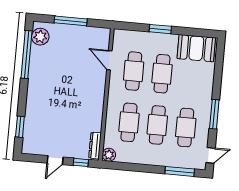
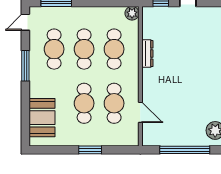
window: (71, 21) -> (185, 150), width x1.46
booth: (196, 48) -> (42, 118), moved, turned 90
dresser: (95, 145) -> (147, 54), moved

